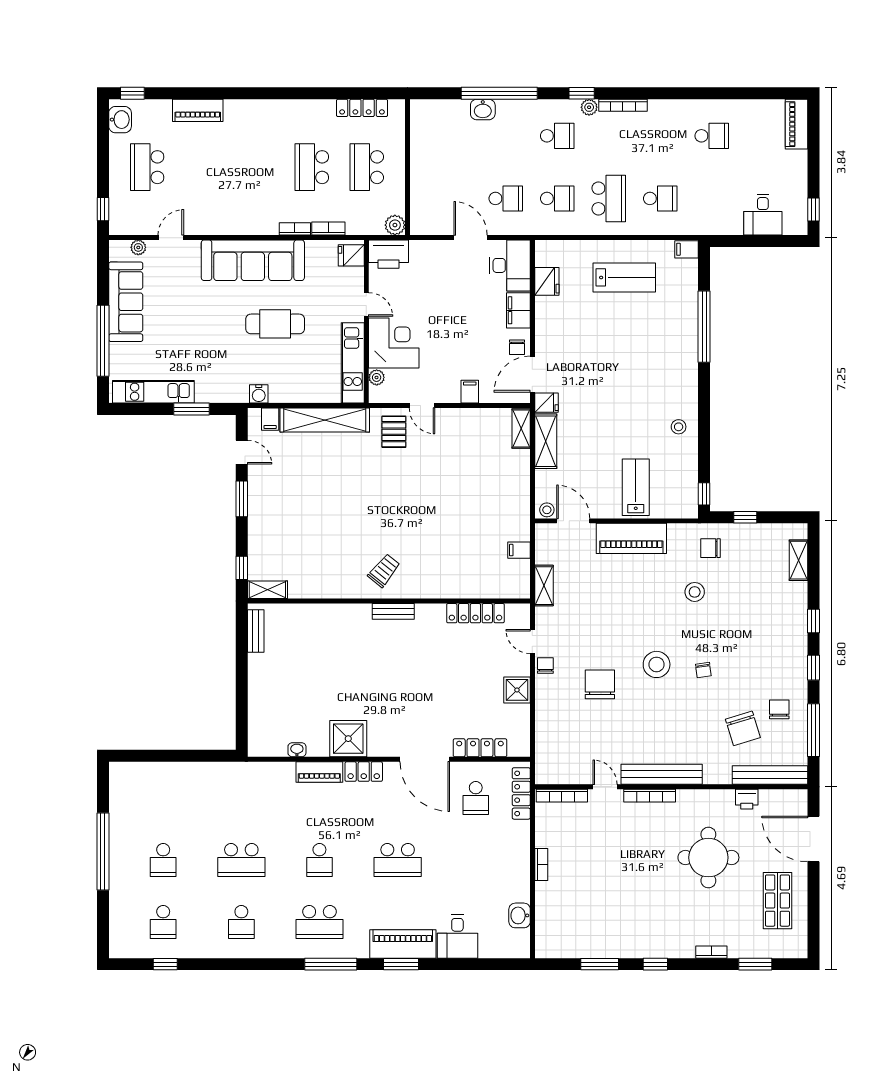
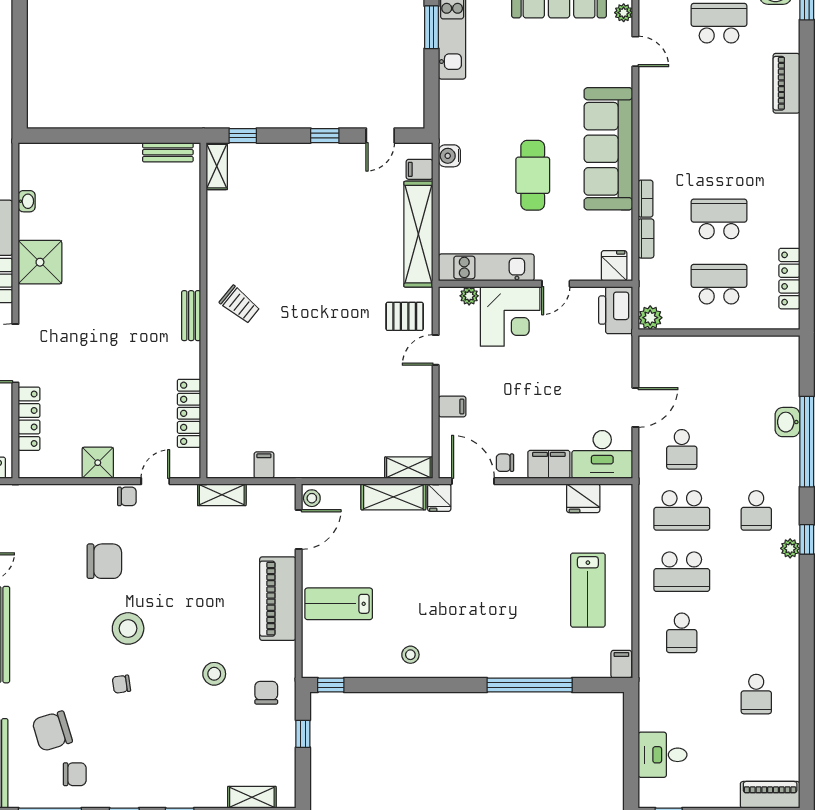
bookcase: (623, 105) -> (792, 589), removed
school desk: (557, 198) -> (682, 510), width x1.85
window: (191, 409) -> (431, 27), moved
lab bench: (636, 487) -> (339, 604), turned 180
window: (242, 499) -> (325, 136), width x0.67

